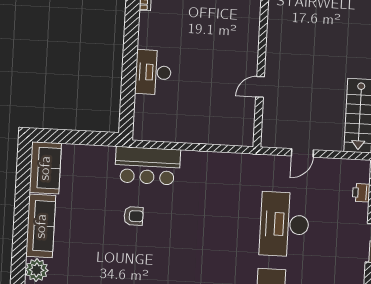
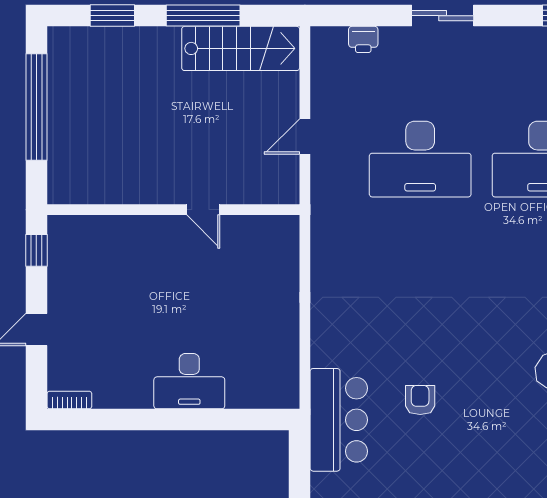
door: (302, 153) -> (305, 136), swing flipped
bar counter: (148, 166) -> (339, 420), moved

